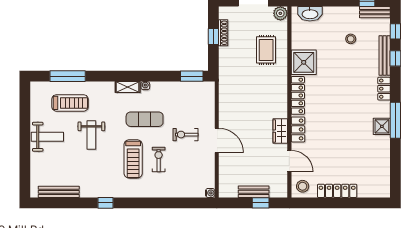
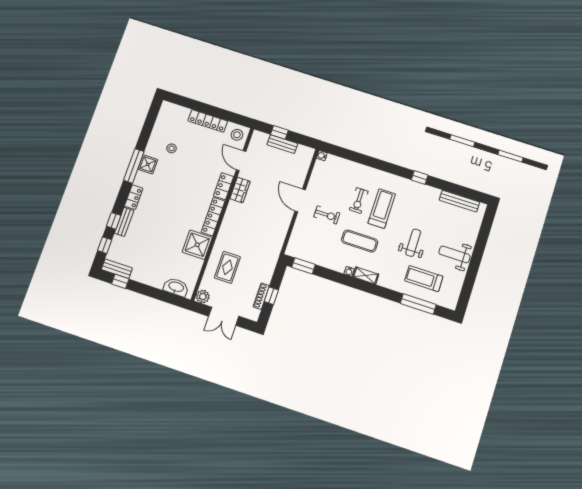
stool: (351, 39) -> (172, 148), moved
bench: (385, 55) -> (124, 222), width x0.73

